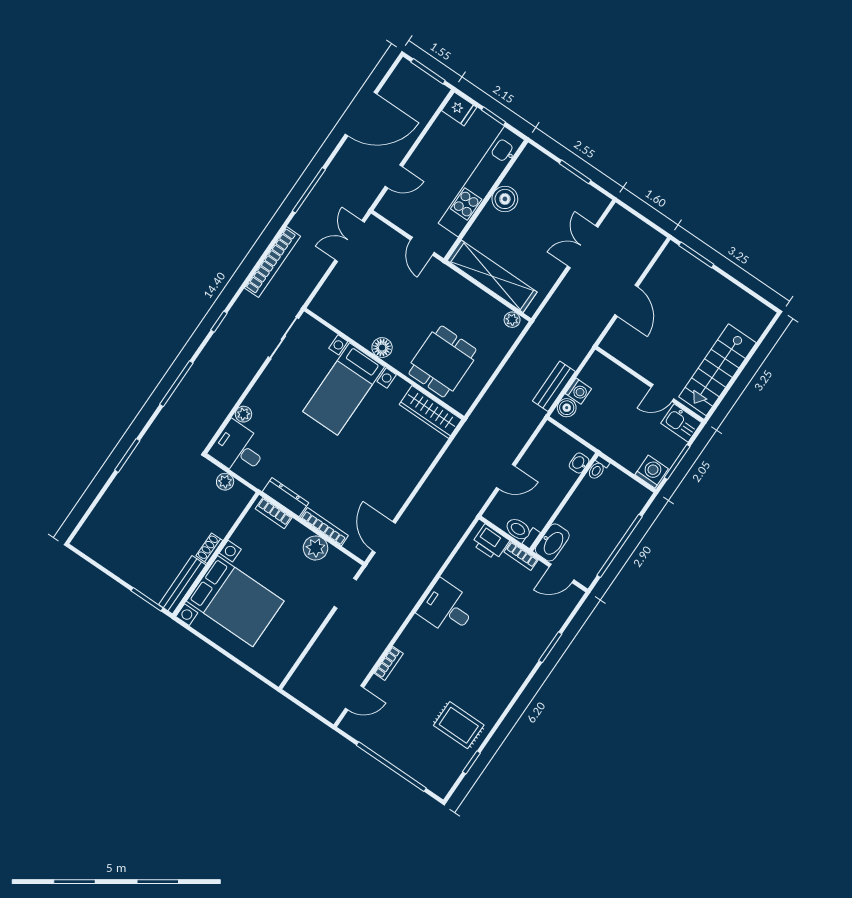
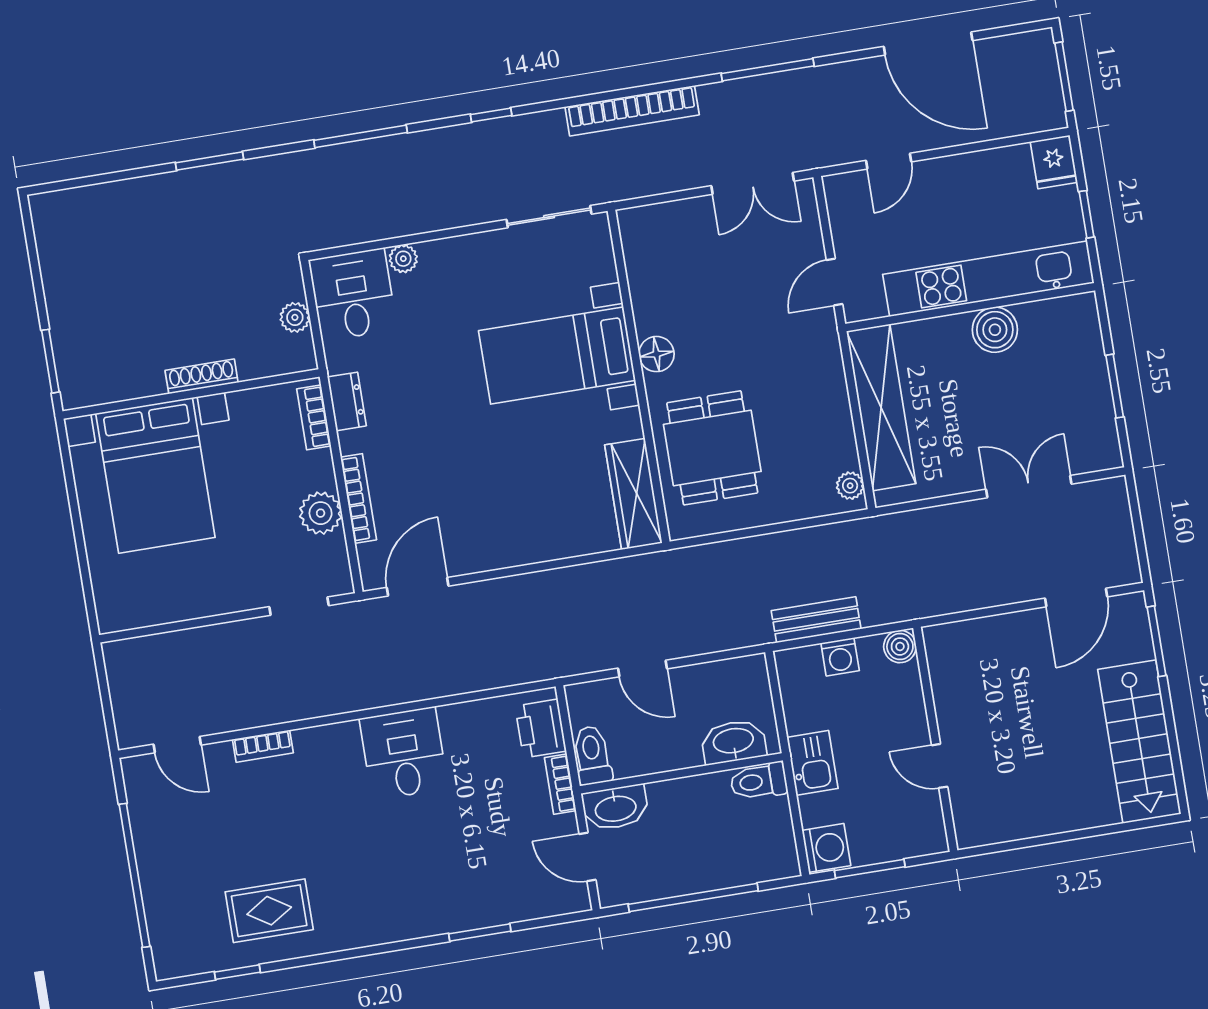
door: (394, 176) -> (889, 161), hinge flipped
double door: (350, 241) -> (753, 183), swing flipped
door: (626, 301) -> (1076, 598), moved
dining table: (442, 361) -> (712, 448), turned 90
stairs: (717, 370) -> (1139, 742), moved, turned -90
boiler: (567, 408) -> (900, 646), moved
kitchen sink: (681, 423) -> (812, 763), moved, turned 180
washbasin: (579, 463) -> (733, 742), width x1.91, depth x1.45
toilet: (598, 468) -> (759, 781), width x1.37, depth x1.39
dresser: (286, 497) -> (347, 401), width x0.70
shoe rack: (209, 548) -> (202, 376), width x1.43
bench: (182, 585) -> (112, 388), removed
rug: (459, 725) -> (269, 911), turned 90

